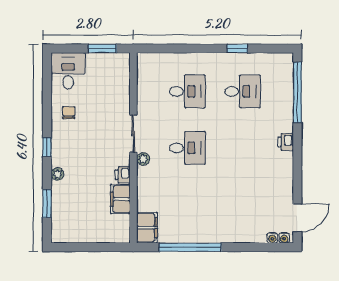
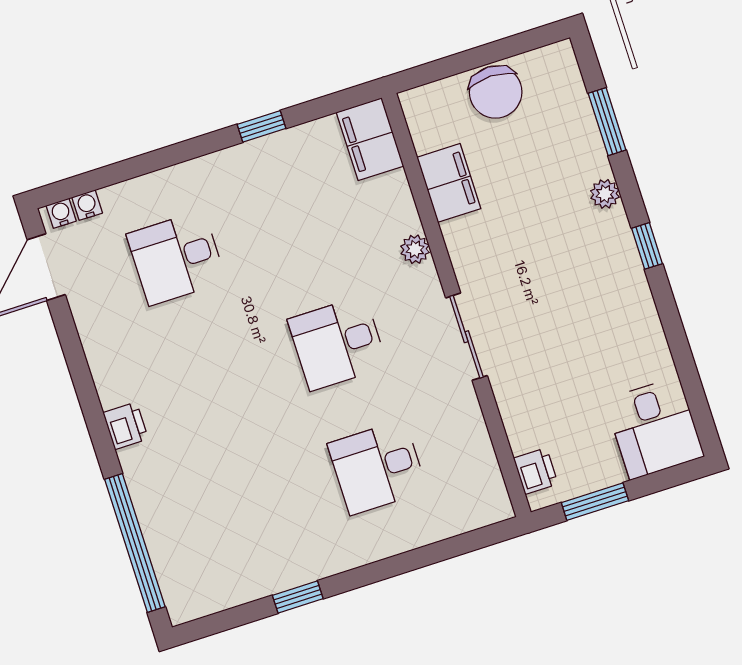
desk: (243, 91) -> (176, 258), moved
chair: (69, 113) -> (496, 92), moved, width x1.87, depth x1.87
plant: (143, 159) -> (415, 249), moved
printer: (123, 175) -> (536, 471), moved
window: (190, 247) -> (261, 126), width x0.32

